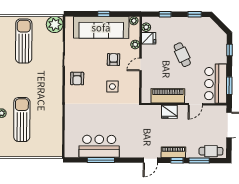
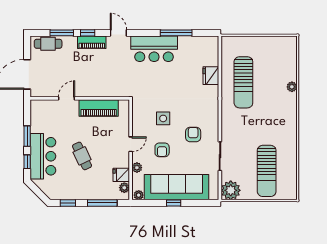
window: (165, 14) -> (102, 203), width x2.17
armchair: (77, 79) -> (193, 134), moved
bar counter: (216, 84) -> (43, 156), moved
window: (229, 86) -> (27, 136), moved
fridge: (169, 112) -> (211, 76), moved, turned -90
sun lounger: (22, 119) -> (243, 82), moved
bar counter: (99, 146) -> (154, 49), moved
door: (150, 160) -> (118, 33), hinge flipped

